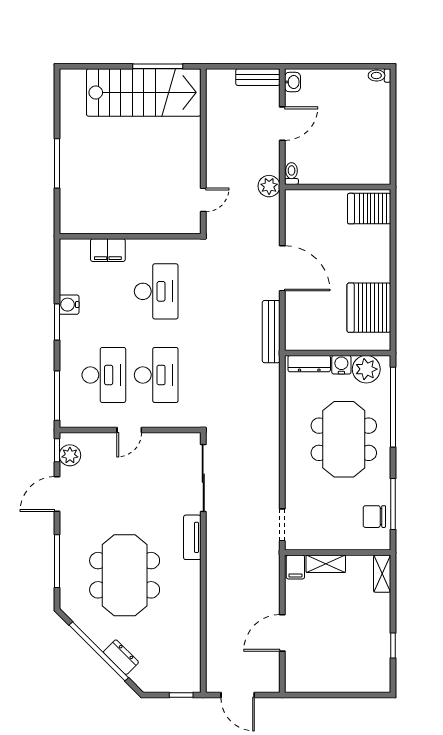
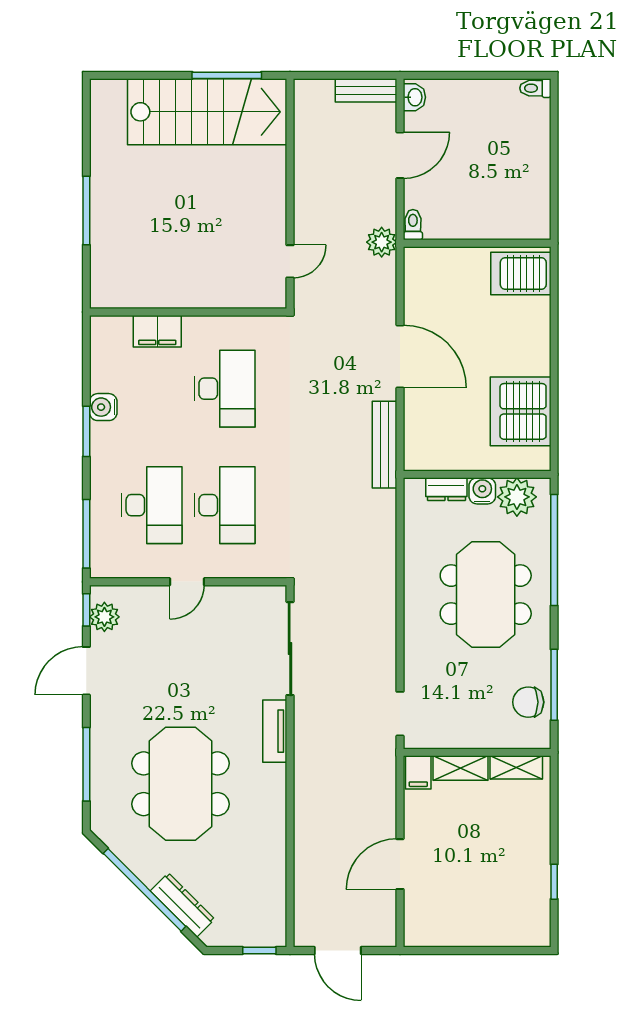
dresser: (309, 364) -> (446, 489), width x0.70
shelving: (382, 574) -> (516, 767), moved, turned 90
dresser: (121, 657) -> (183, 905), width x1.44

